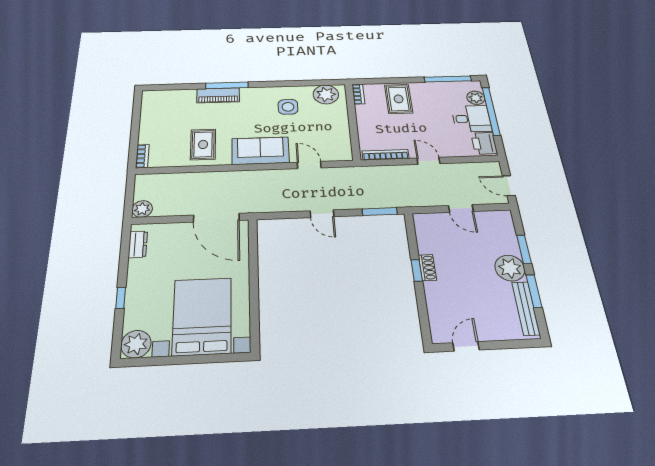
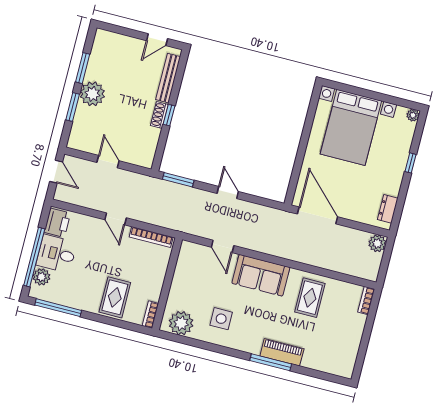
bench: (526, 308) -> (168, 78), moved
plant: (136, 344) -> (413, 115), width x0.53, depth x0.53

